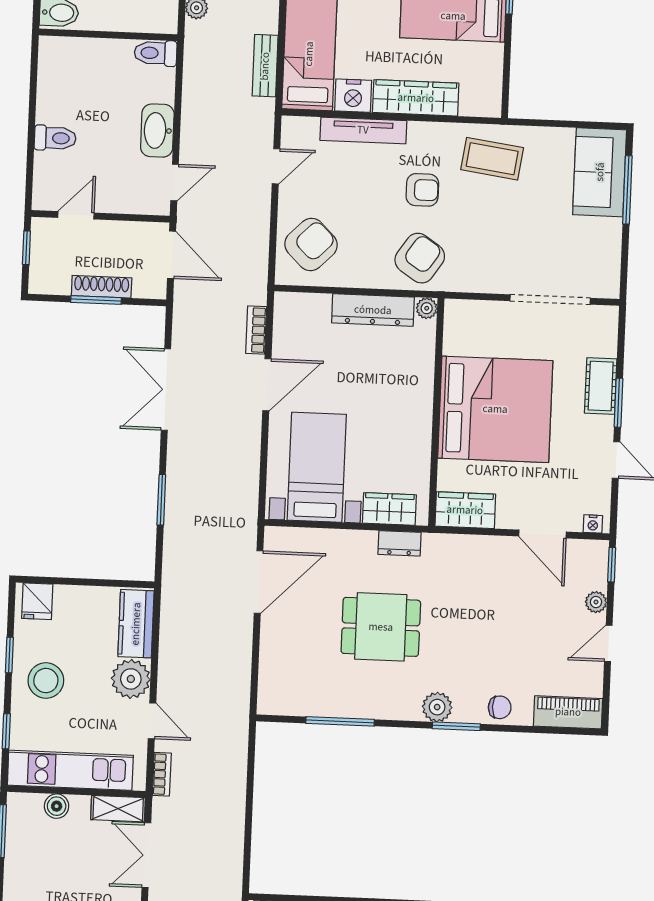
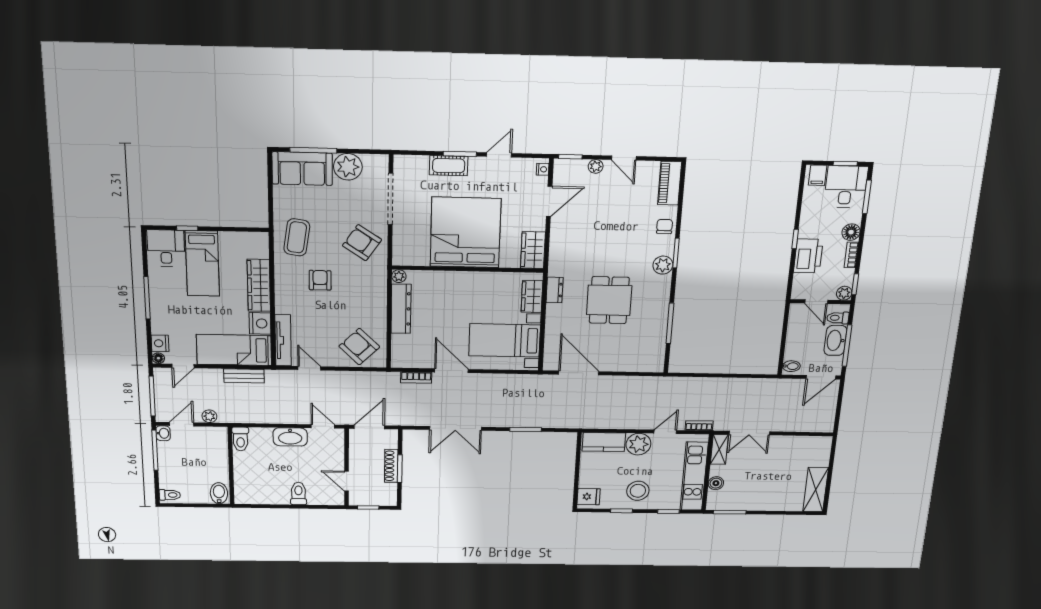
tv unit: (363, 130) -> (283, 340), moved
plant: (601, 239) -> (348, 167), added
armchair: (420, 258) -> (362, 243), moved

